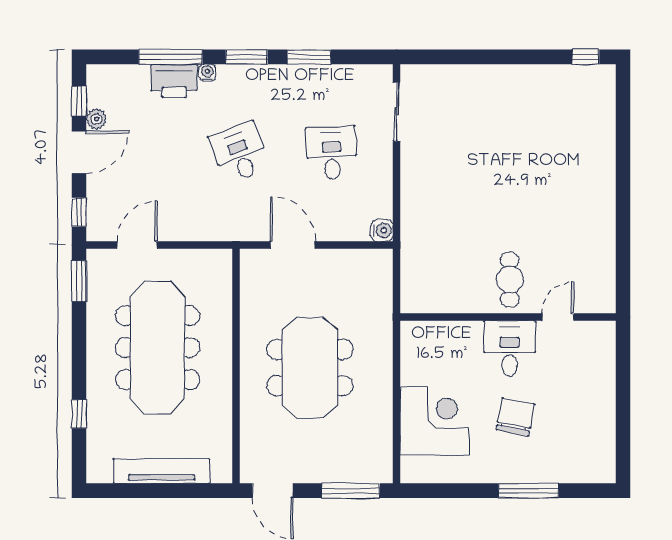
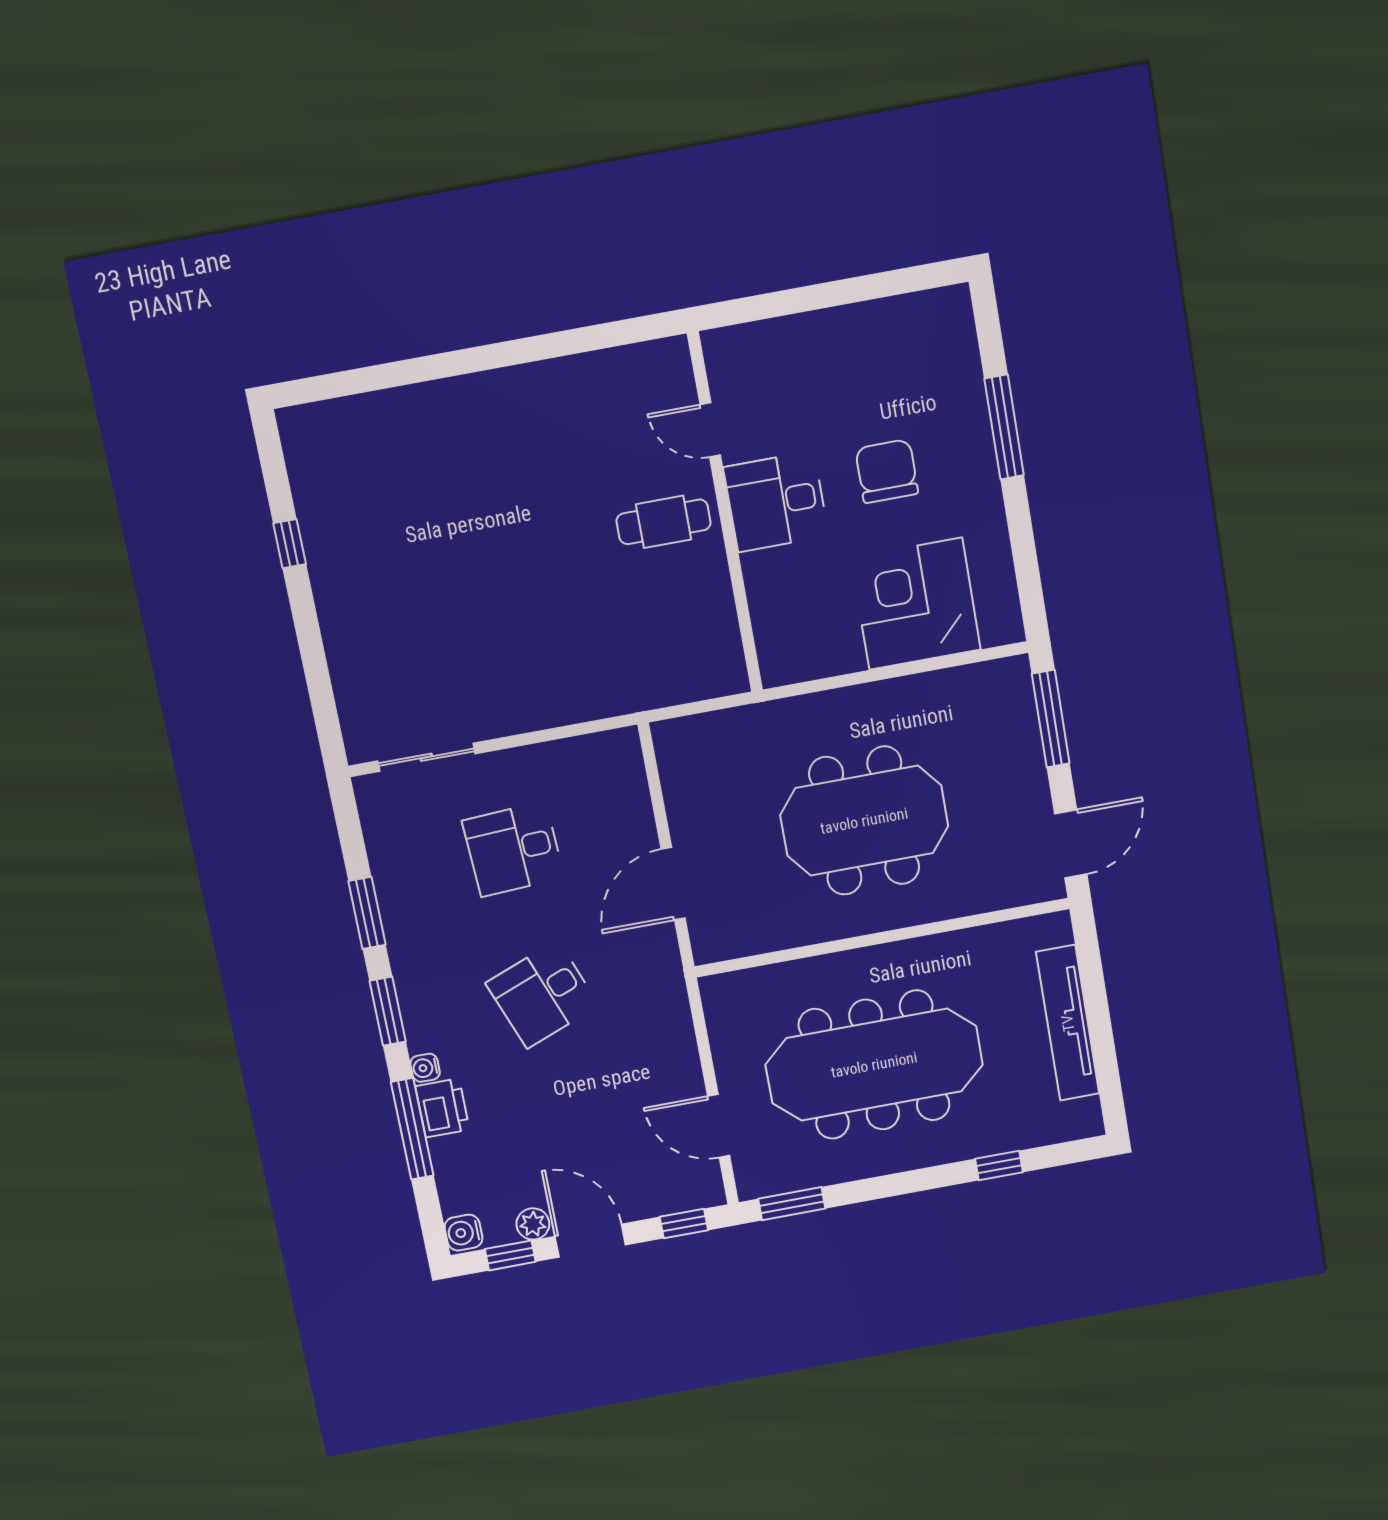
window: (586, 57) -> (290, 544), moved
printer: (174, 81) -> (442, 1108), width x0.73, depth x0.84
water cooler: (382, 230) -> (464, 1233), moved, turned -90
chair: (515, 417) -> (887, 471), turned 79

